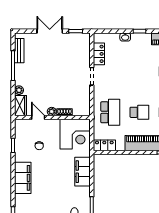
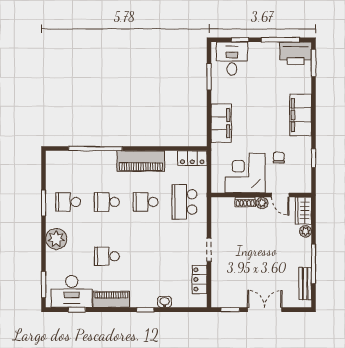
double door: (50, 31) -> (265, 310), swing flipped
corner desk: (75, 134) -> (245, 173), moved

